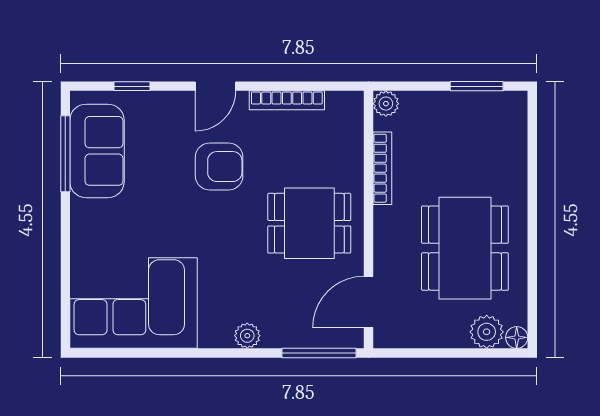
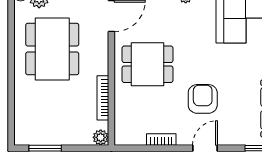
bookcase: (287, 100) -> (161, 139), width x0.64
armchair: (219, 167) -> (203, 99), turned 90

